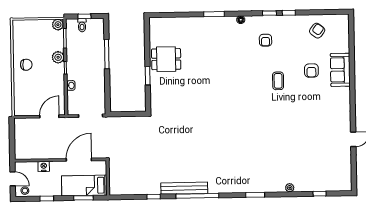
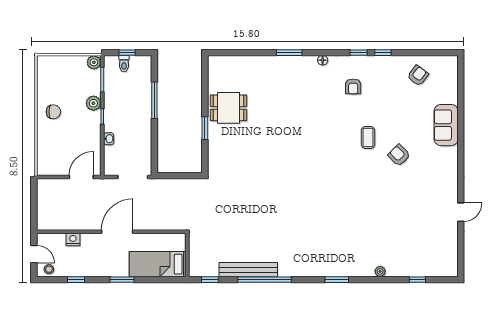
armchair: (311, 71) -> (399, 155), moved, turned 135
wall: (108, 178) -> (187, 255), moved
bed: (84, 186) -> (158, 264), moved

